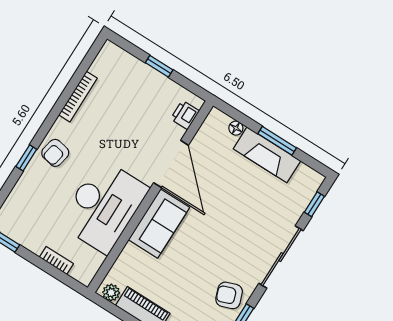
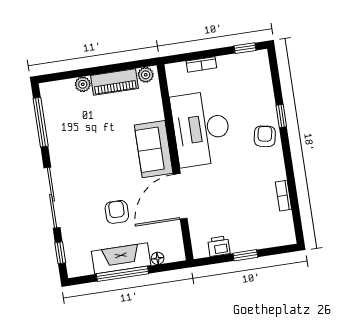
bookcase: (78, 97) -> (284, 196), width x0.64
printer: (185, 115) -> (219, 246), moved, turned -90
window: (277, 141) -> (122, 274), width x1.44
door: (171, 164) -> (180, 196), hinge flipped
armchair: (229, 295) -> (117, 212), moved, turned -70

